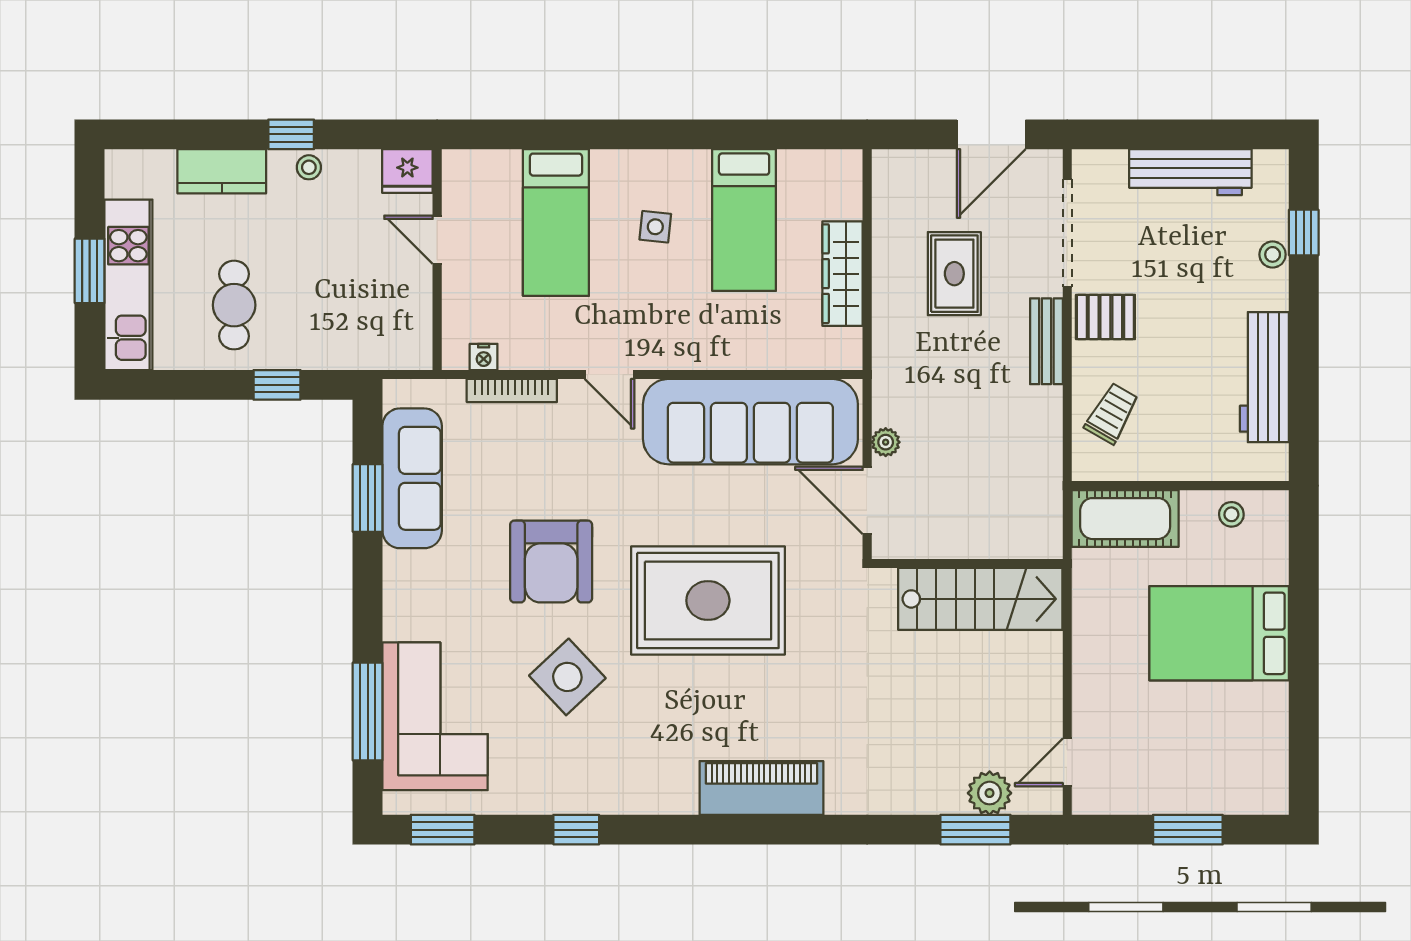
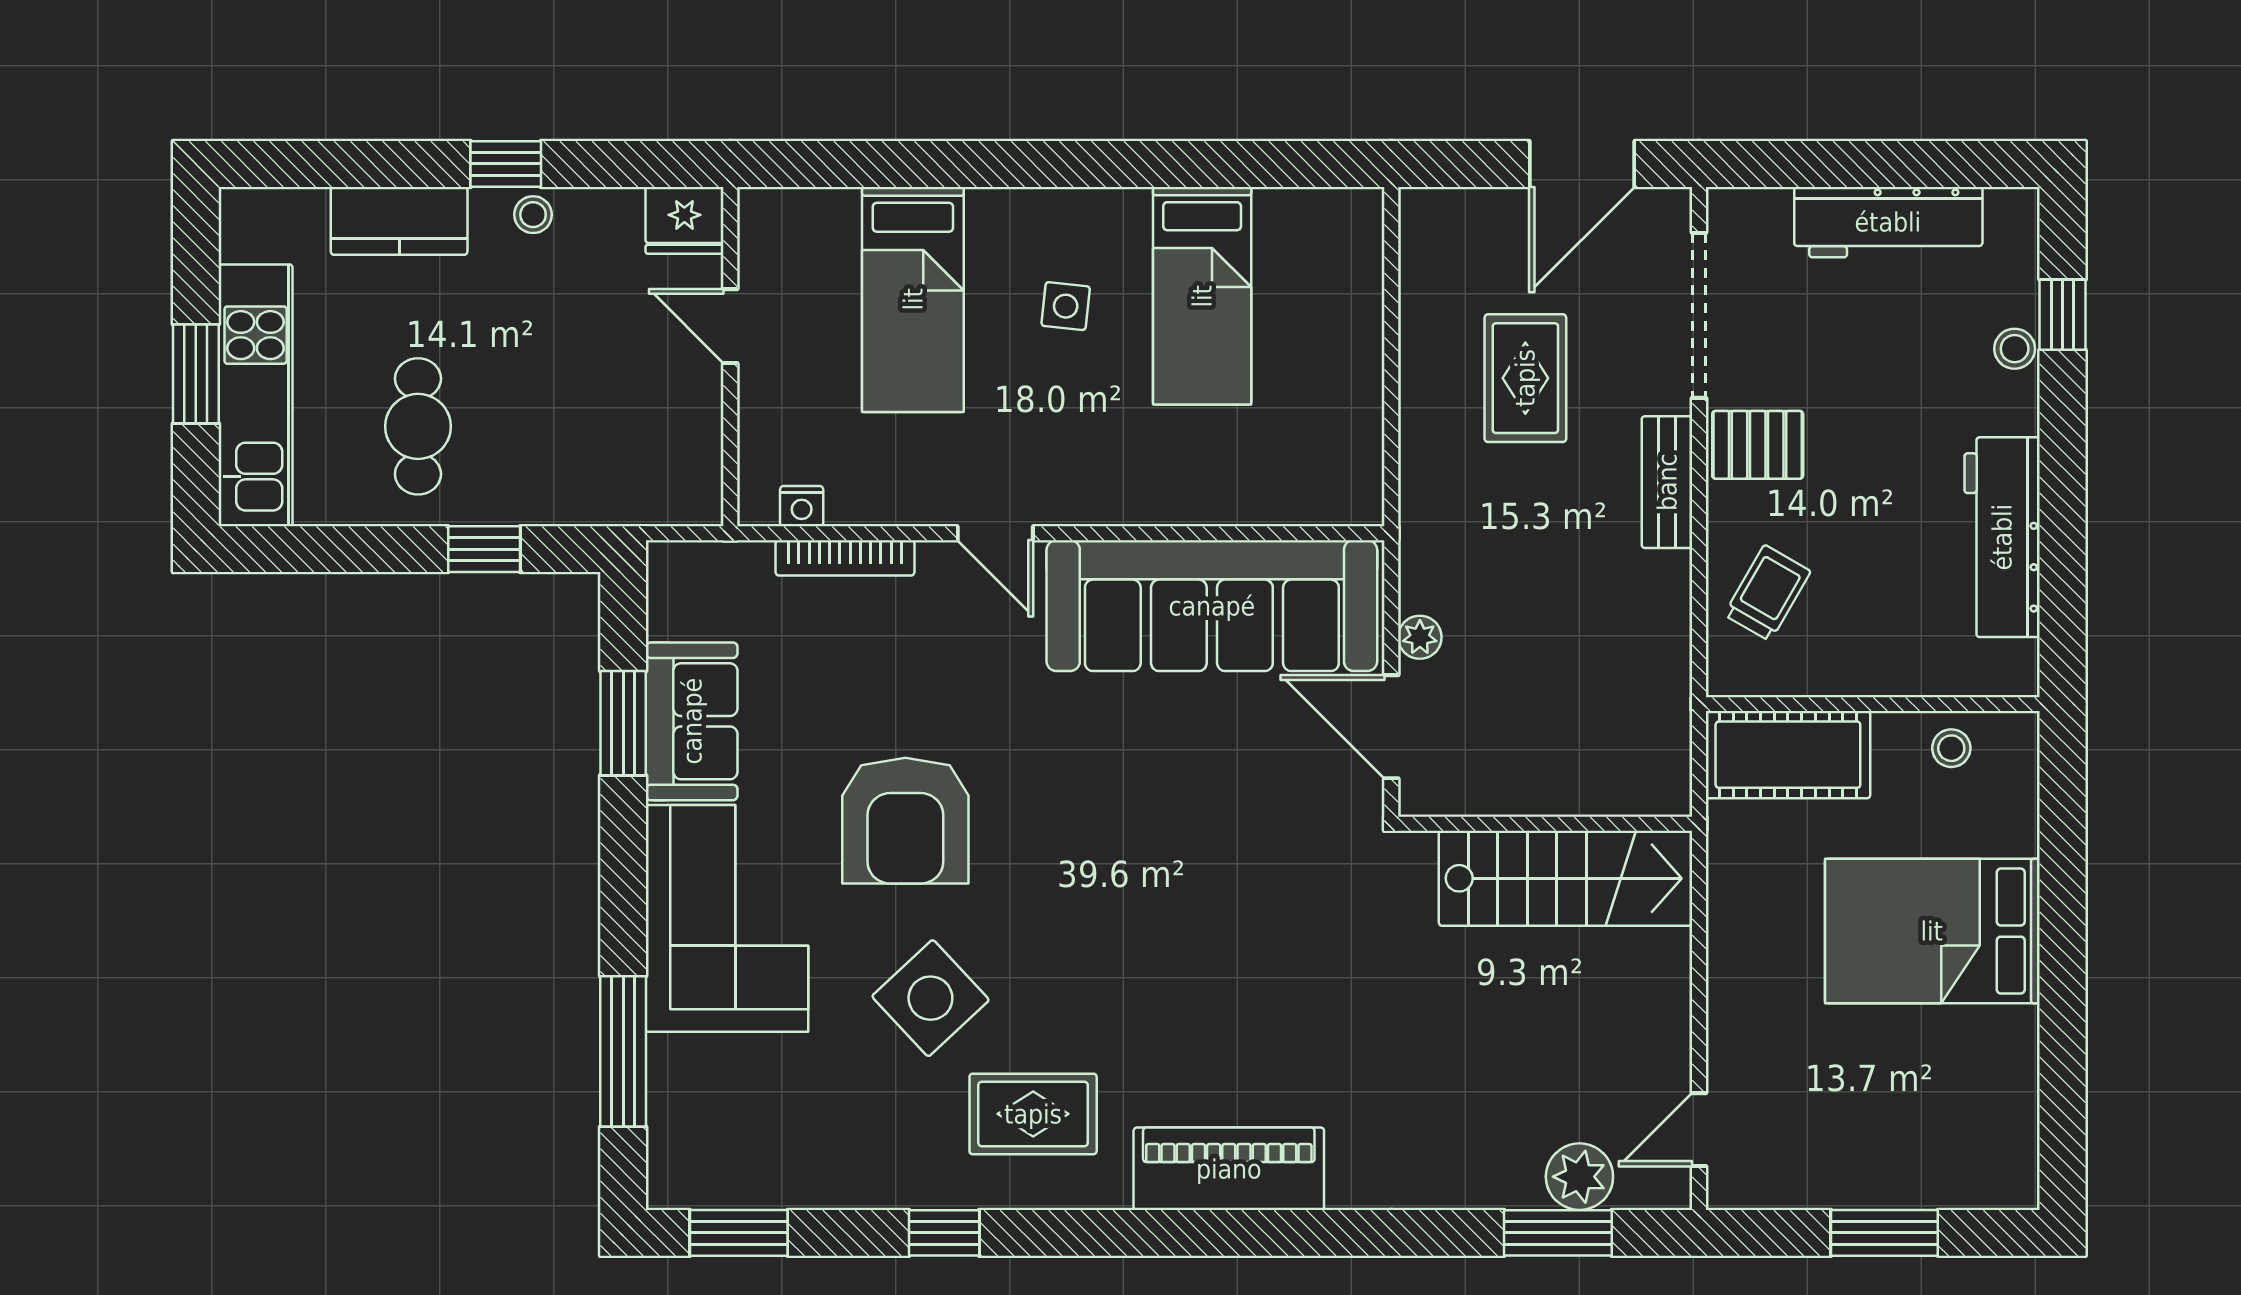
wardrobe: (843, 274) -> (1353, 378), removed
sofa: (412, 478) -> (692, 721), width x0.73
rug: (708, 601) -> (1033, 1114), moved, width x0.54, depth x0.49
corner sofa: (435, 716) -> (727, 918), moved

